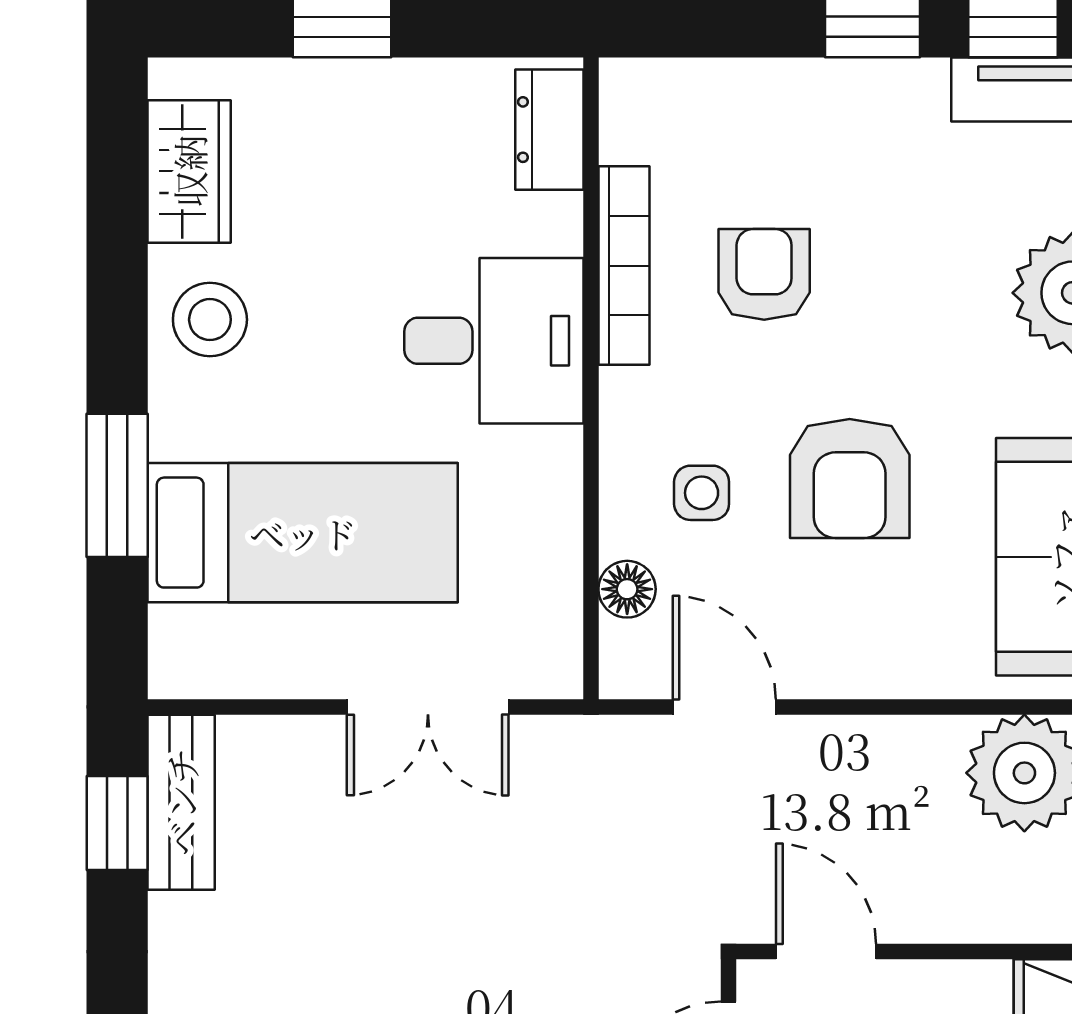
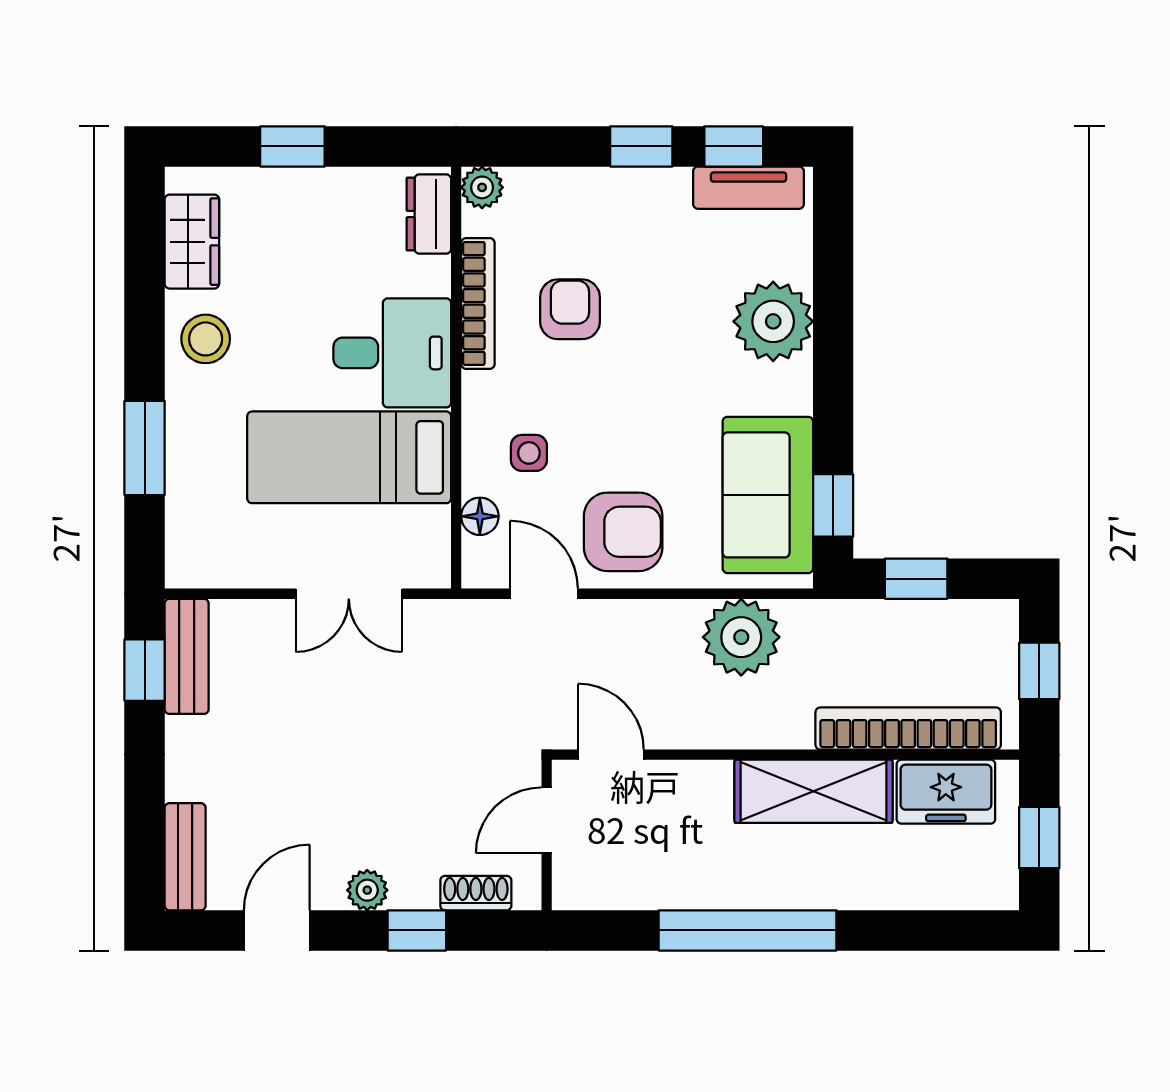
plant: (630, 89) -> (482, 187), added
armchair: (850, 478) -> (623, 532), moved, turned -90
bed: (303, 533) -> (349, 457), moved, turned 180

